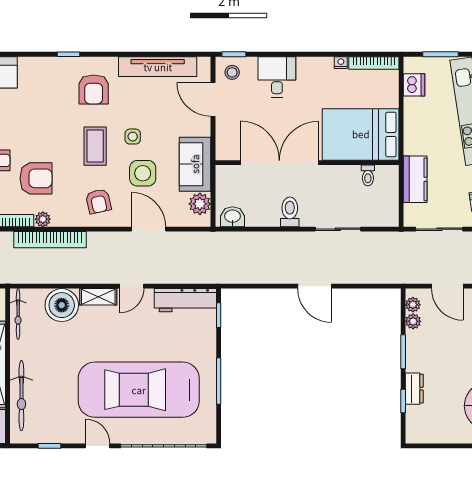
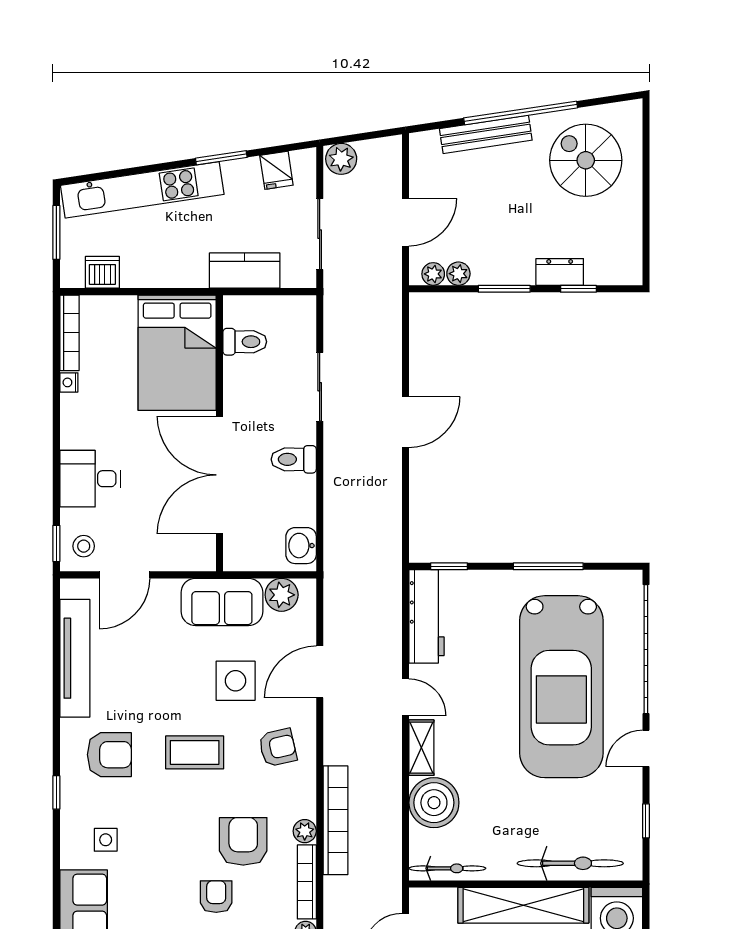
side table: (133, 137) -> (106, 840), moved
toilet: (368, 175) -> (245, 342), width x1.37, depth x1.39

